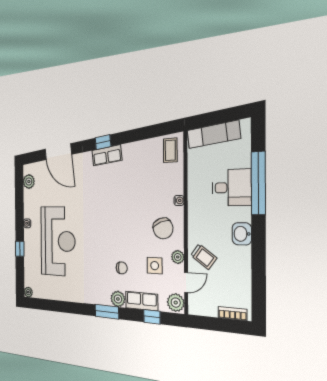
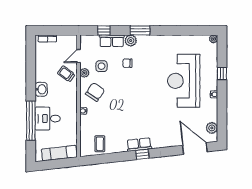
coffee table: (170, 150) -> (100, 144), moved
door: (58, 152) -> (195, 148), moved
chair: (163, 228) -> (95, 92), turned 56
plant: (176, 303) -> (86, 42), removed

